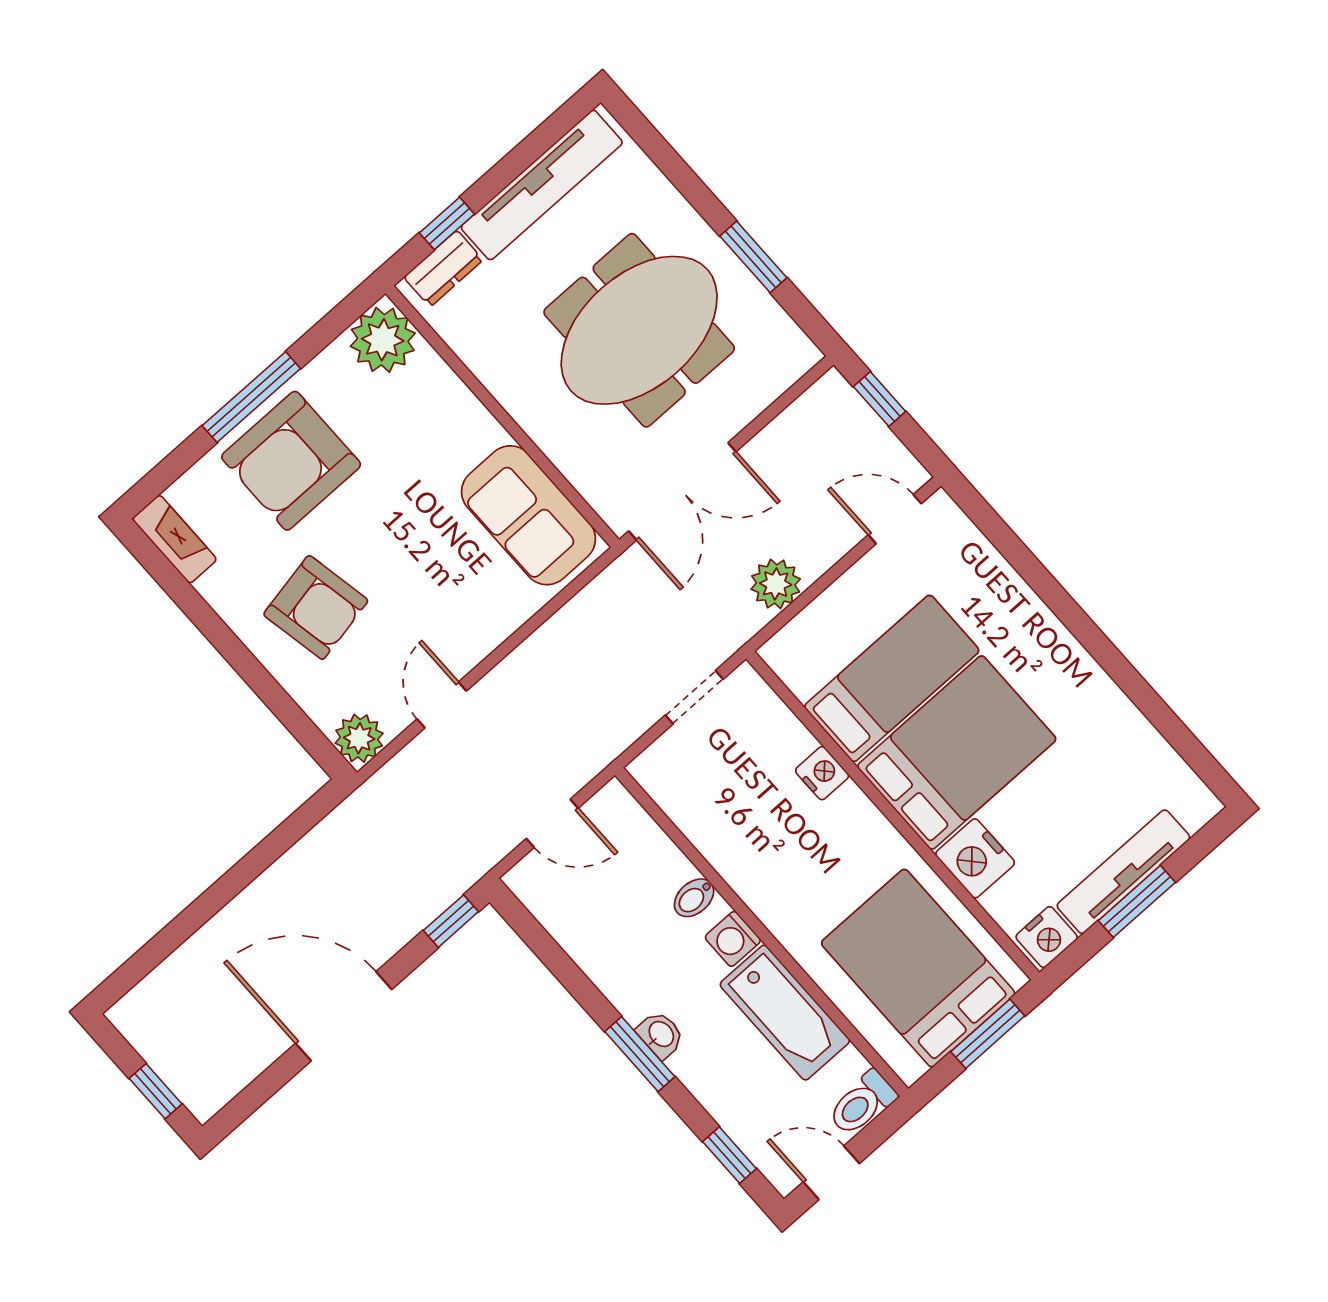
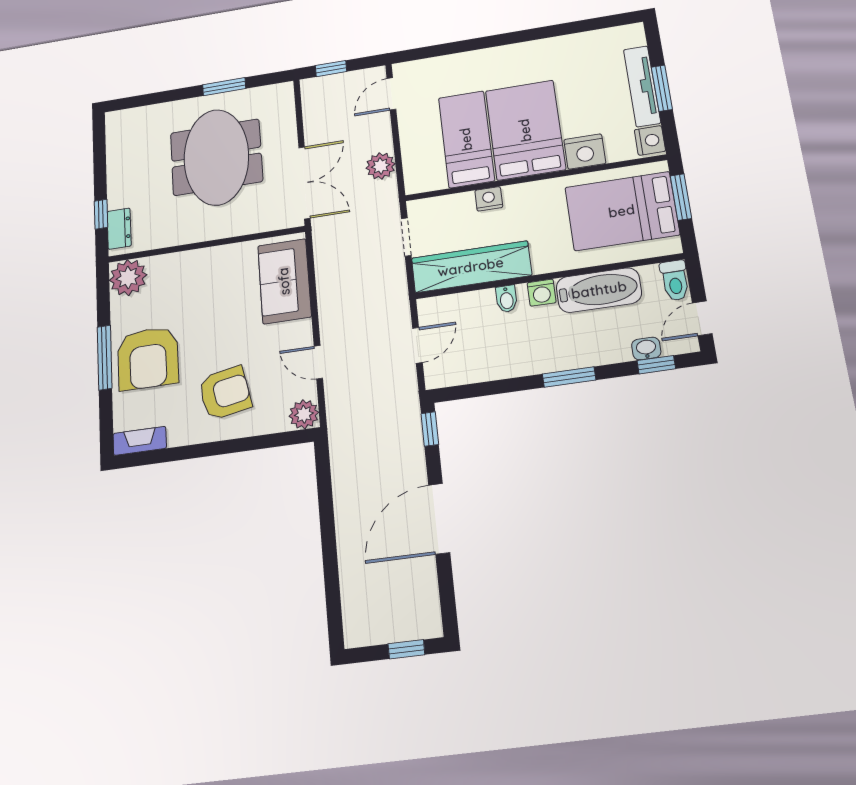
tv unit: (542, 185) -> (119, 161), removed
sofa: (529, 515) -> (284, 281), moved, turned 90
wardrobe: (709, 818) -> (471, 267), added
washbasin: (661, 1035) -> (646, 348), moved

